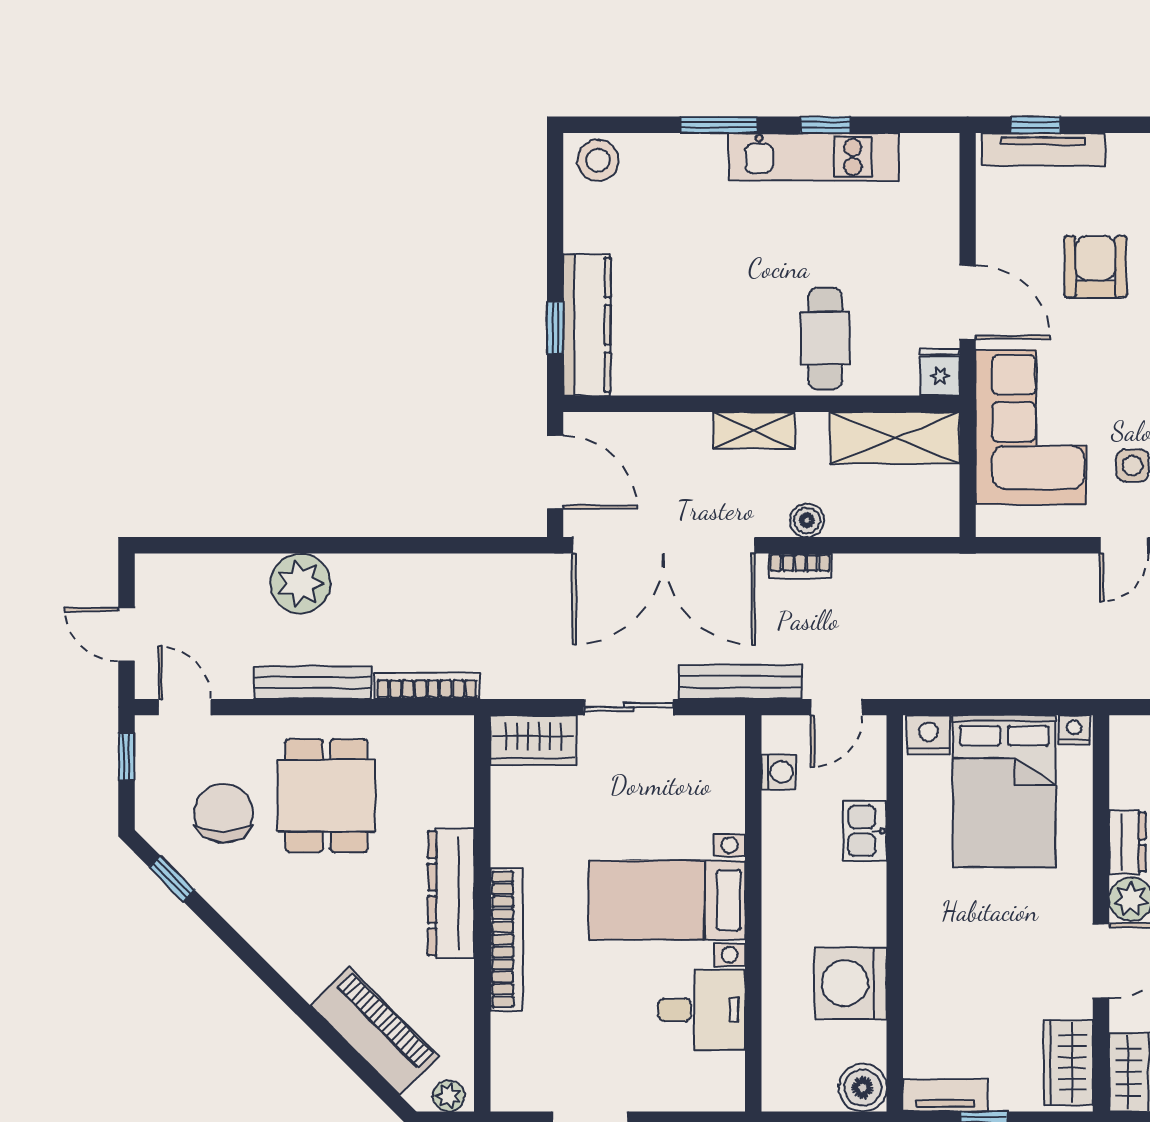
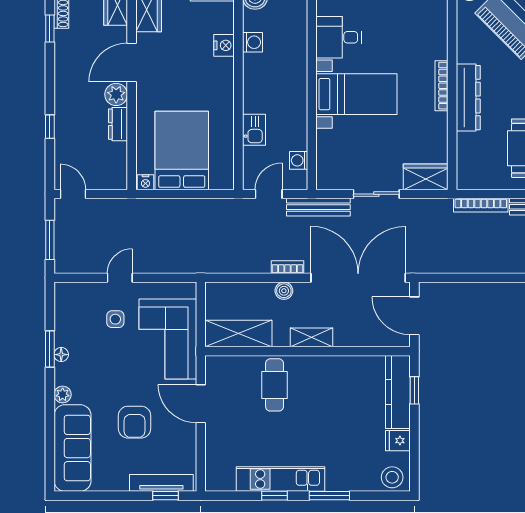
fridge: (940, 372) -> (398, 441), moved, turned 90
nightstand: (928, 735) -> (224, 45), moved, turned -90
bookcase: (507, 939) -> (441, 86), width x0.68, depth x0.76
washing machine: (851, 983) -> (252, 42), width x0.53, depth x0.53

